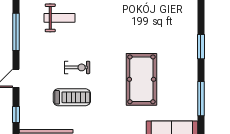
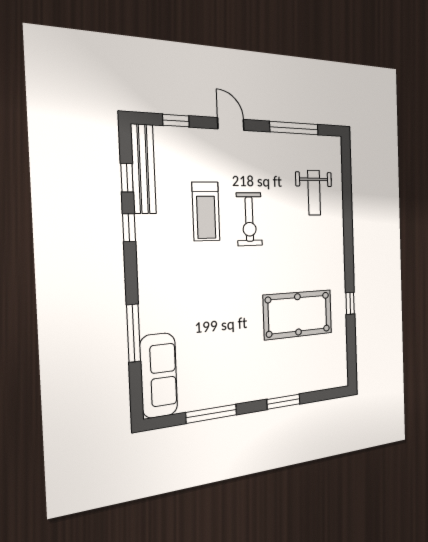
exercise bike: (77, 67) -> (249, 219), width x1.38, depth x1.39
pool table: (141, 79) -> (298, 314), moved

